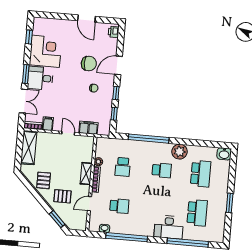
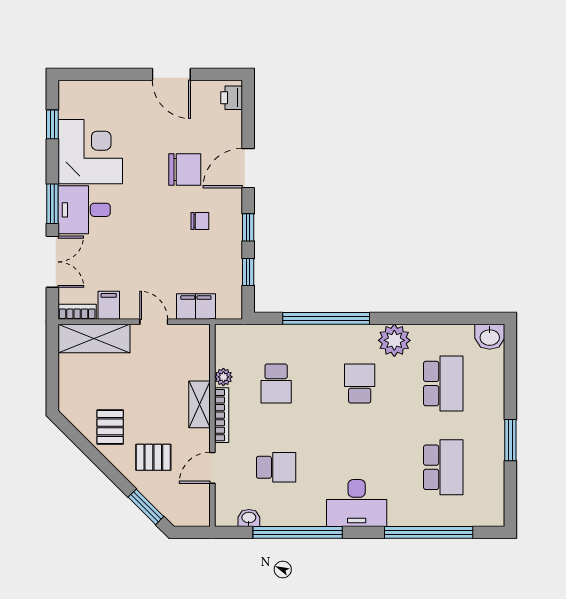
shelving: (29, 148) -> (94, 338), moved, turned 90
school desk: (162, 170) -> (360, 384), turned -90
desk: (169, 227) -> (357, 503), moved

